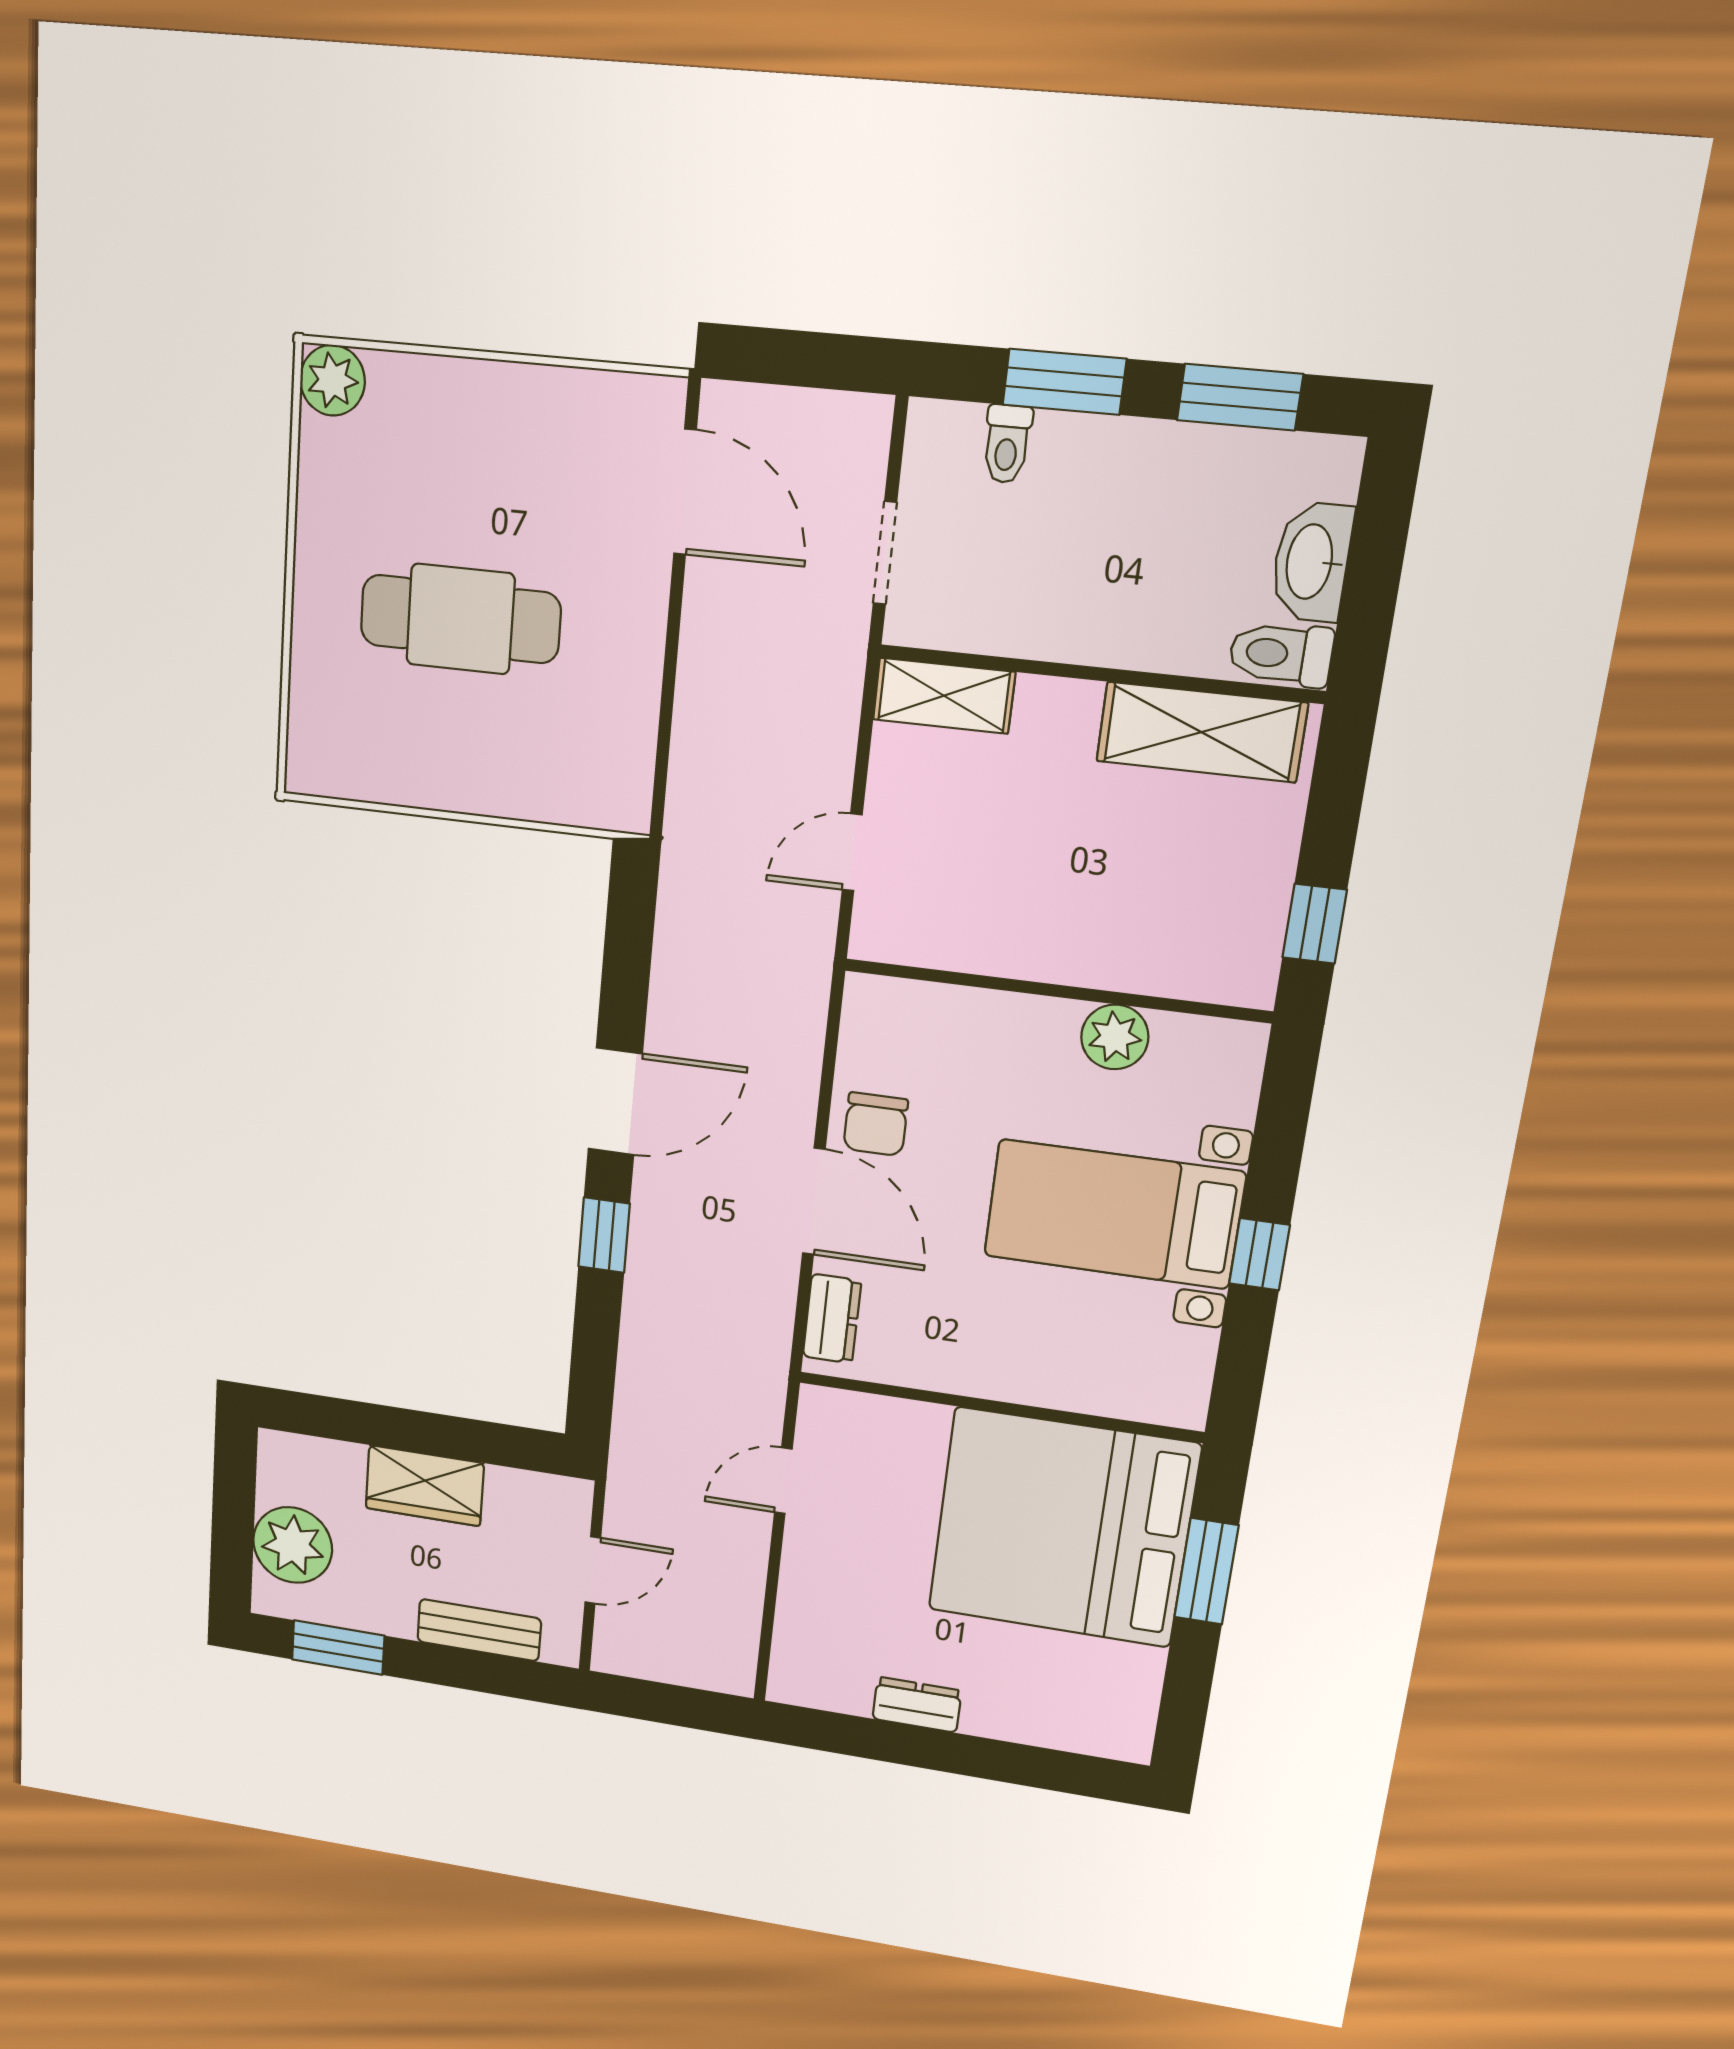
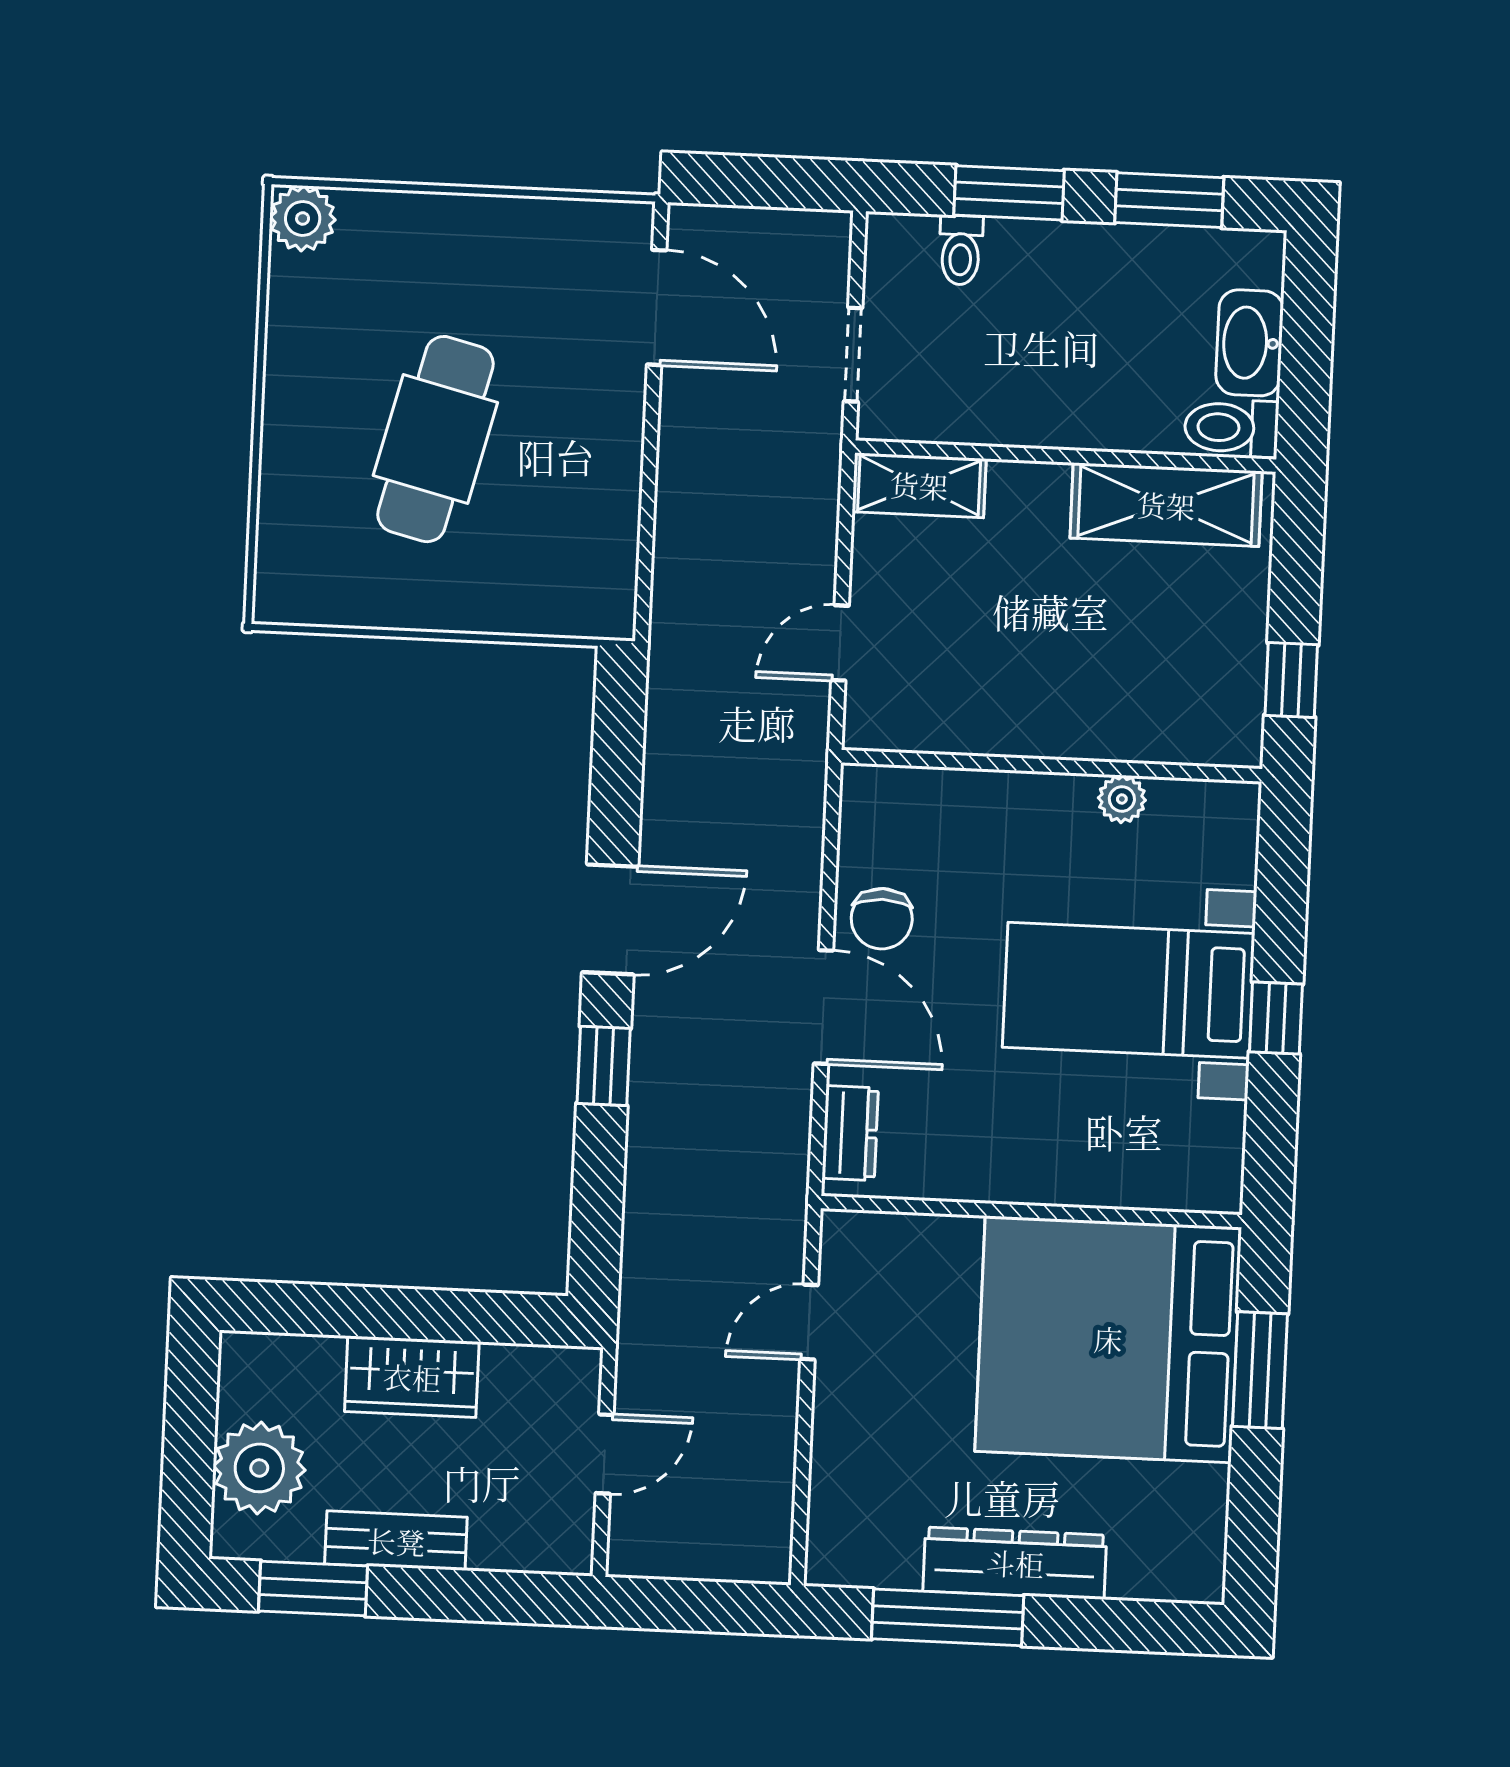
cafe table: (460, 619) -> (435, 439), turned -76
plant: (1115, 1037) -> (1122, 799), width x0.73, depth x0.73
bench: (479, 1630) -> (396, 1541), moved
dresser: (917, 1705) -> (1015, 1563), width x1.96, depth x1.24
window: (893, 1743) -> (948, 1617), added

